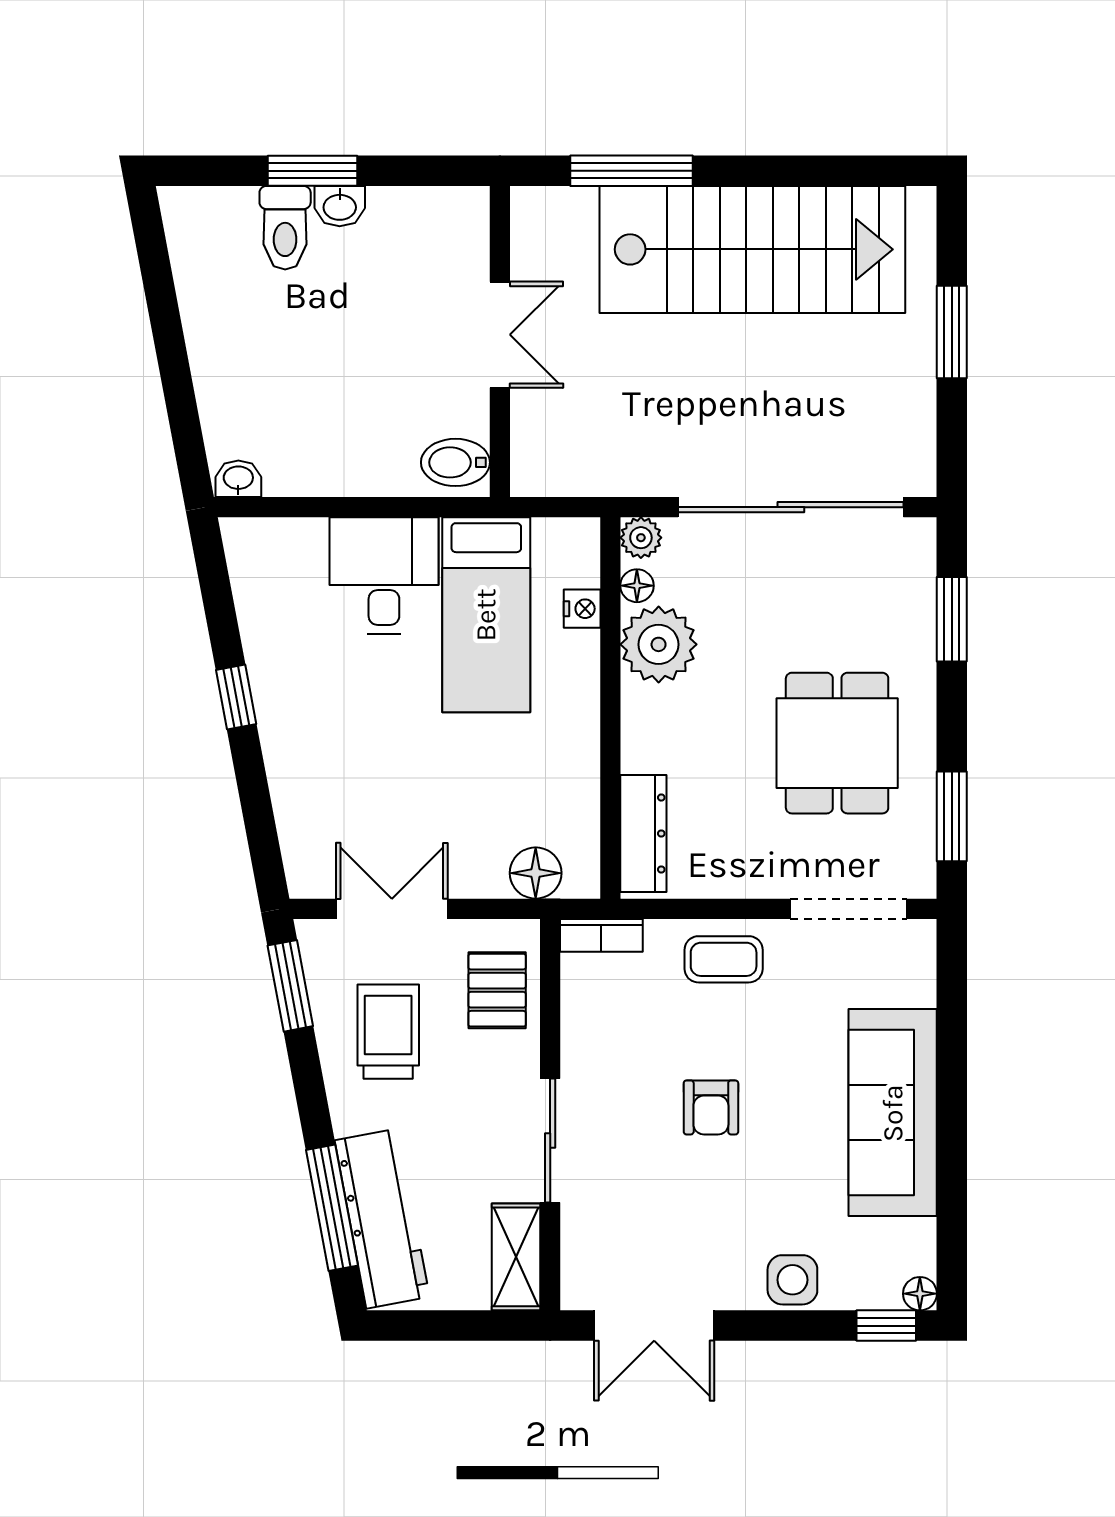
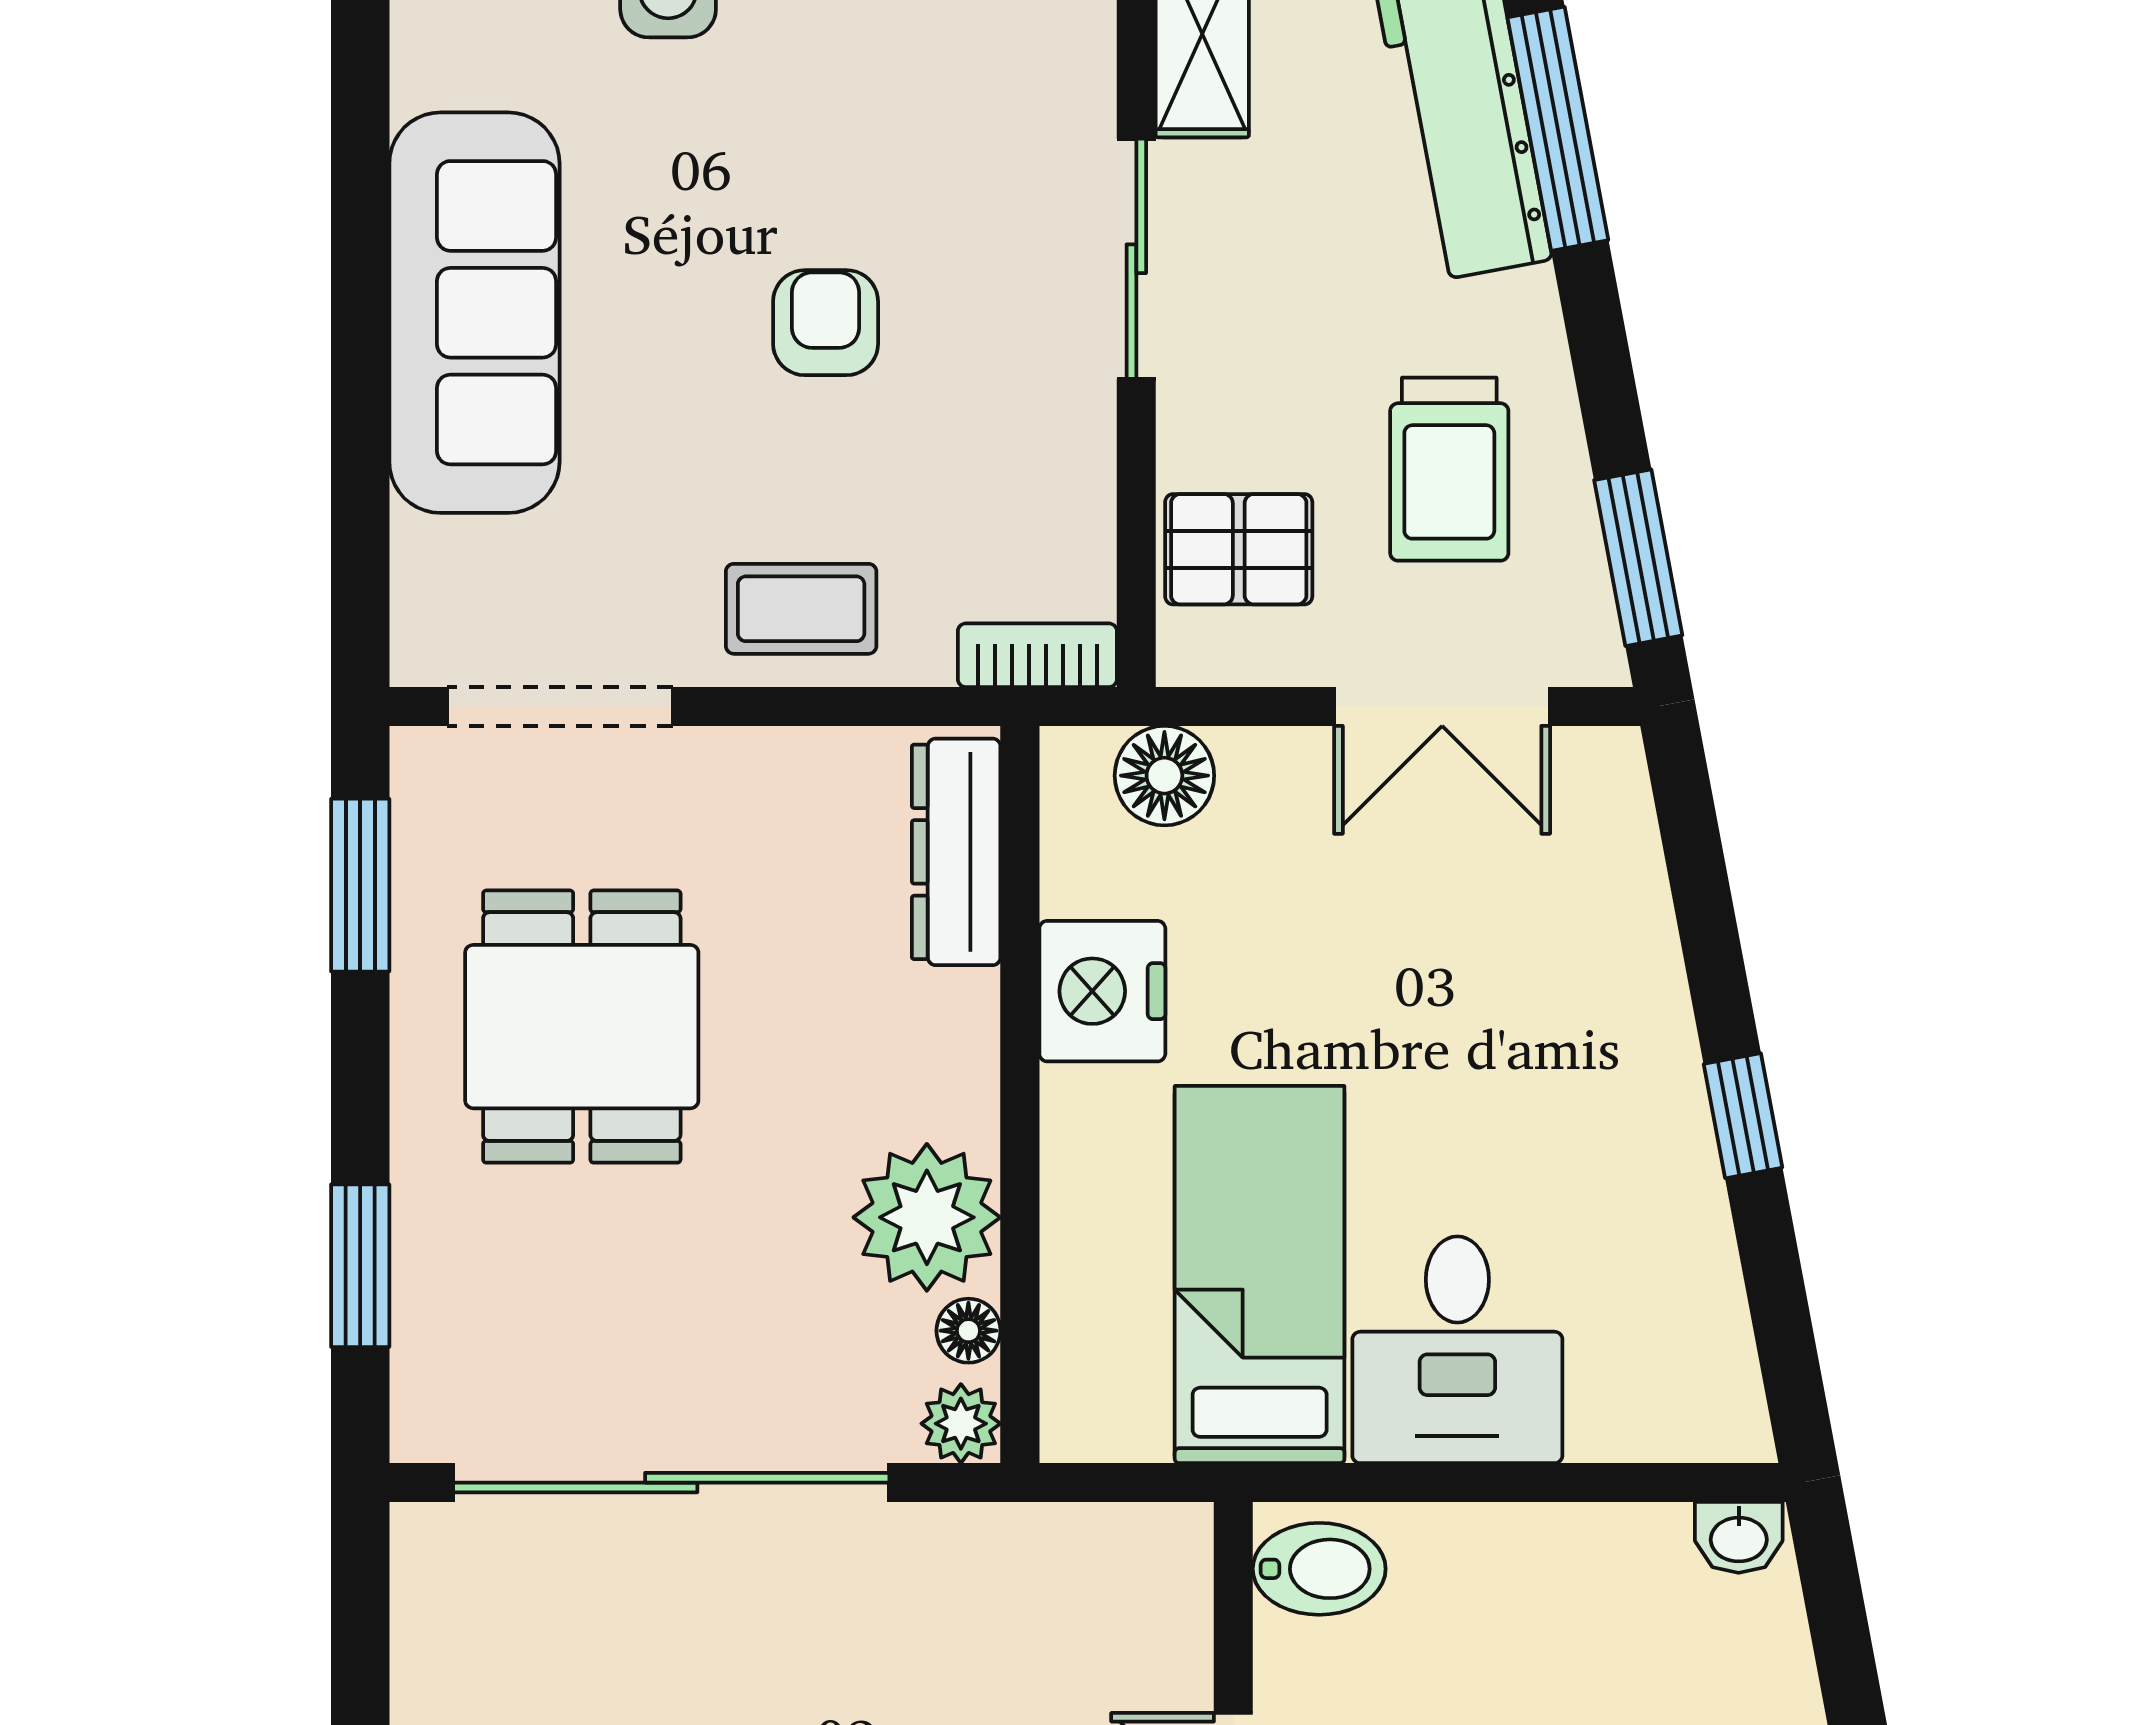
nightstand: (582, 609) -> (1102, 991), moved, width x1.89, depth x1.79
pallet: (497, 990) -> (1239, 549), turned 90

